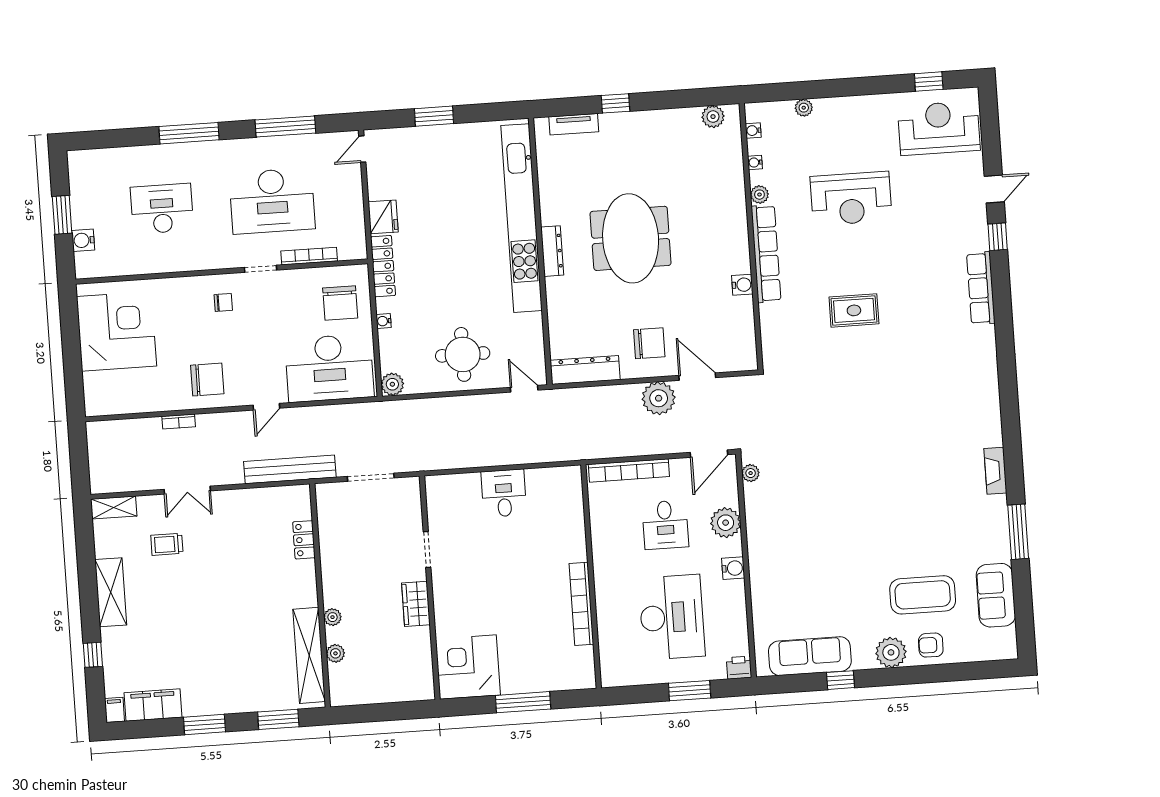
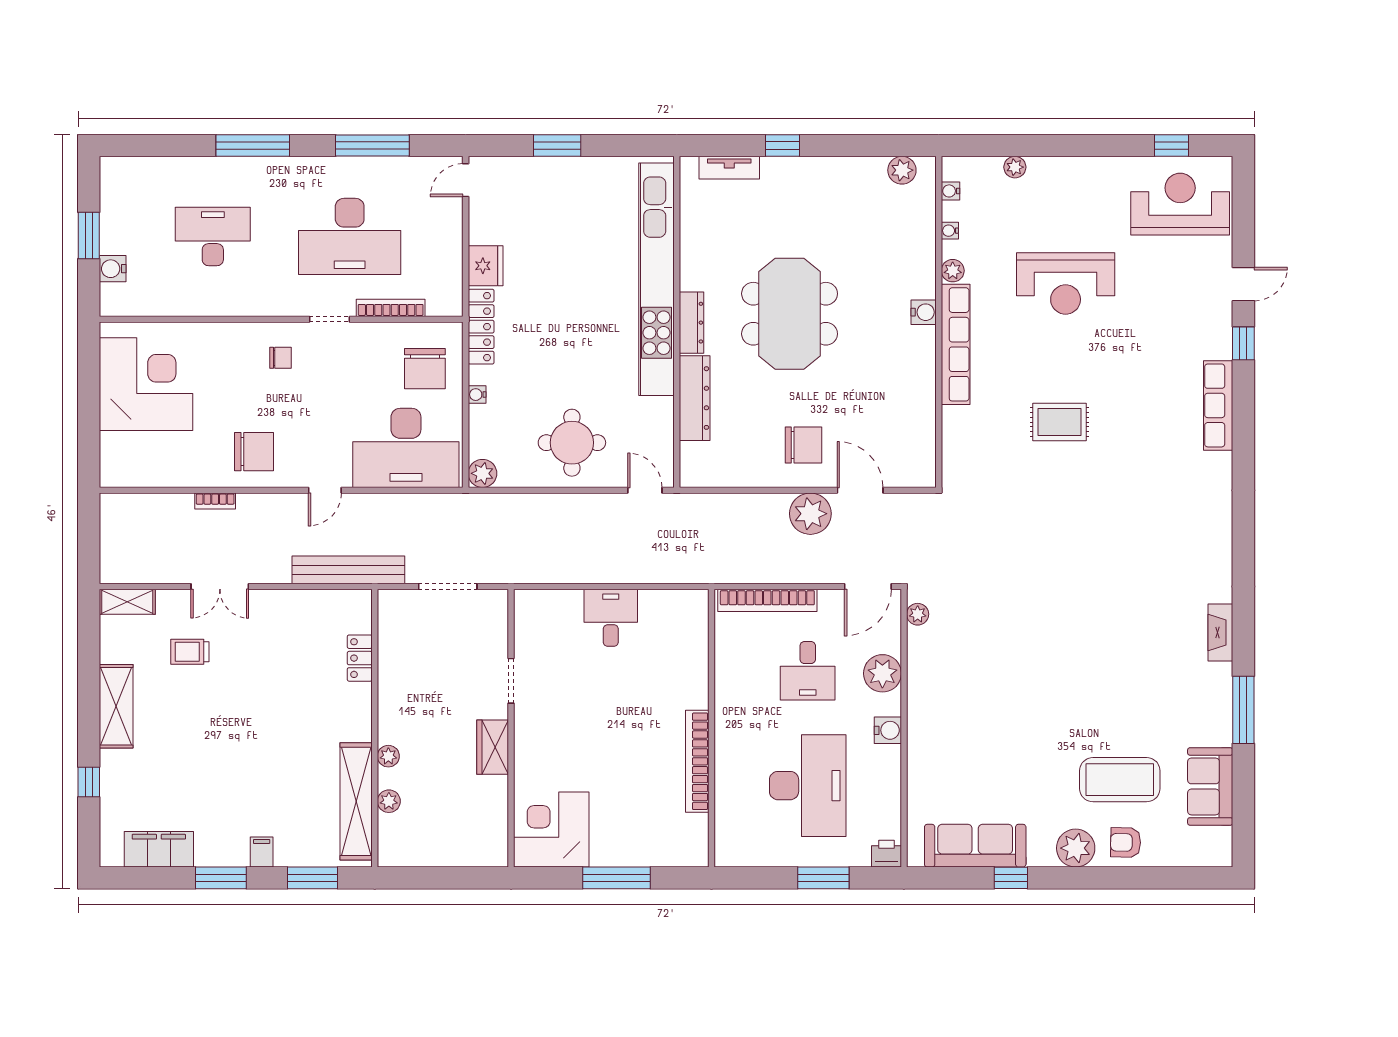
water cooler: (742, 285) -> (924, 312), moved
dresser: (585, 370) -> (695, 398), moved, turned 90
filing cabinet: (114, 710) -> (262, 852), moved

